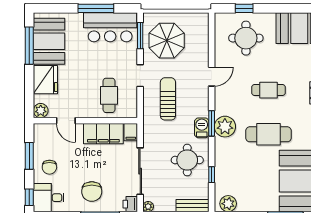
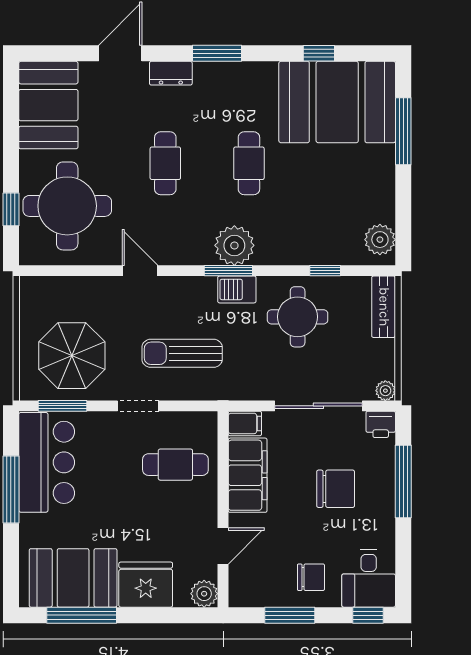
round table: (246, 38) -> (67, 206), width x1.36, depth x1.36
cafe table: (269, 134) -> (249, 163), width x0.73, depth x0.74
chair: (92, 192) -> (336, 489), moved

